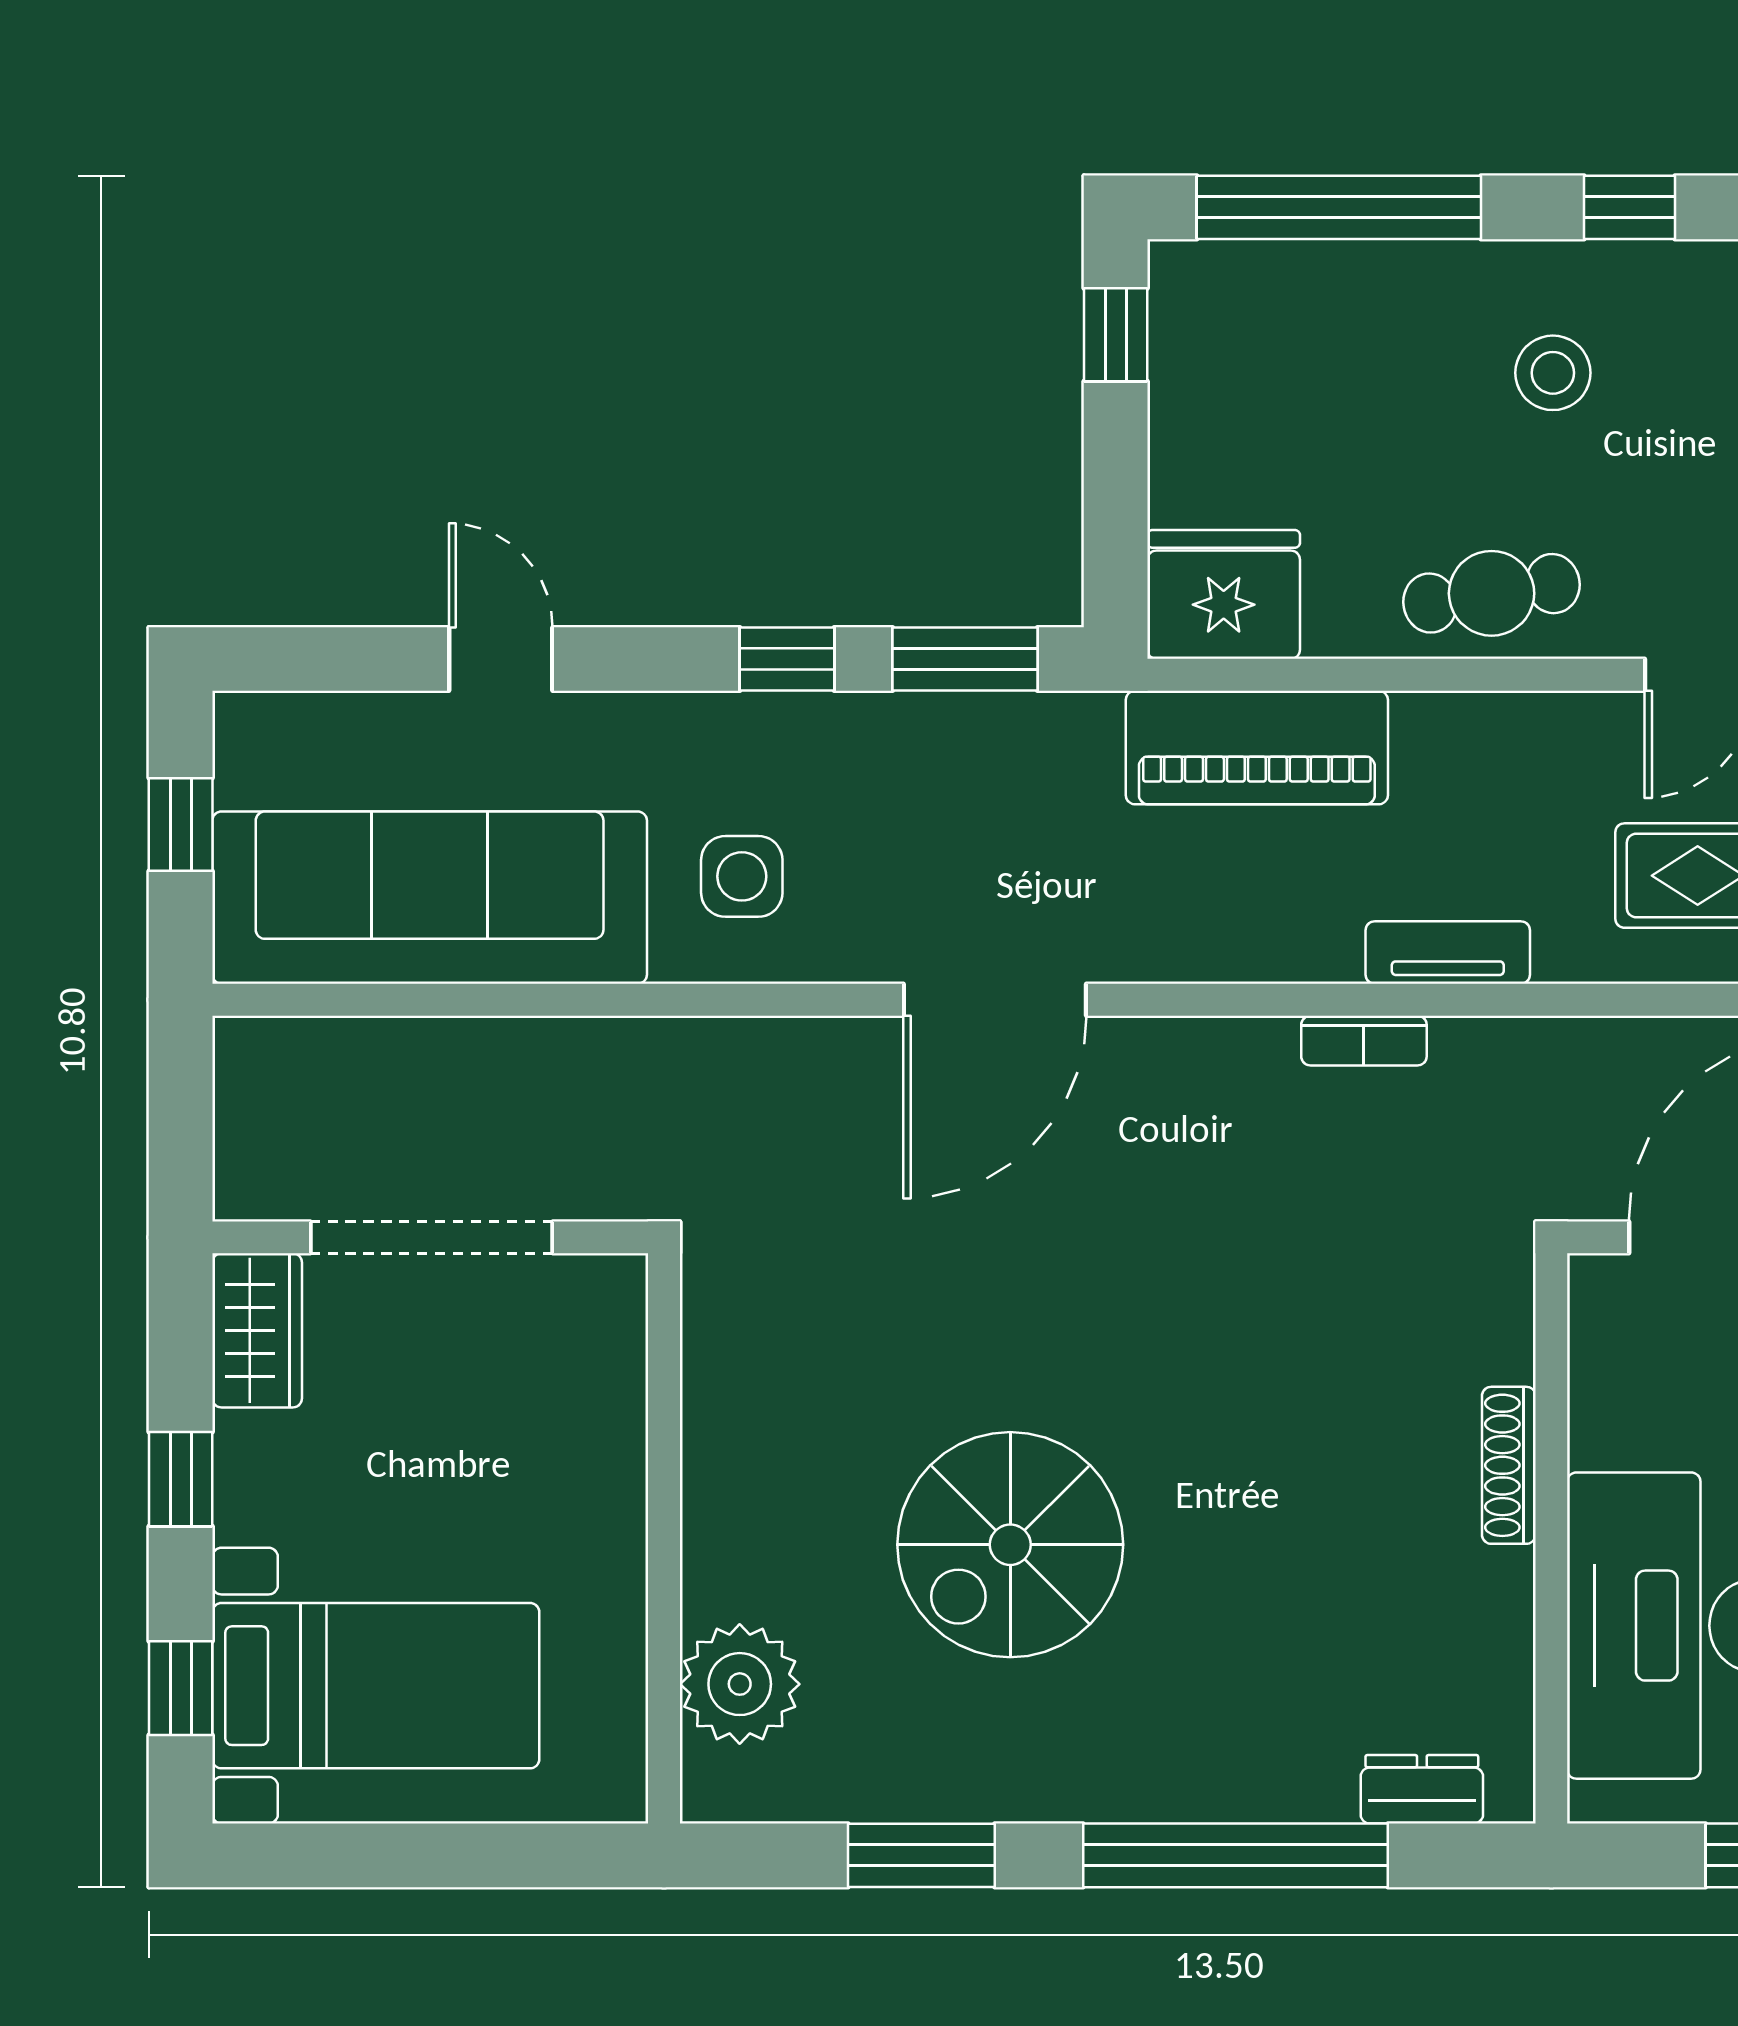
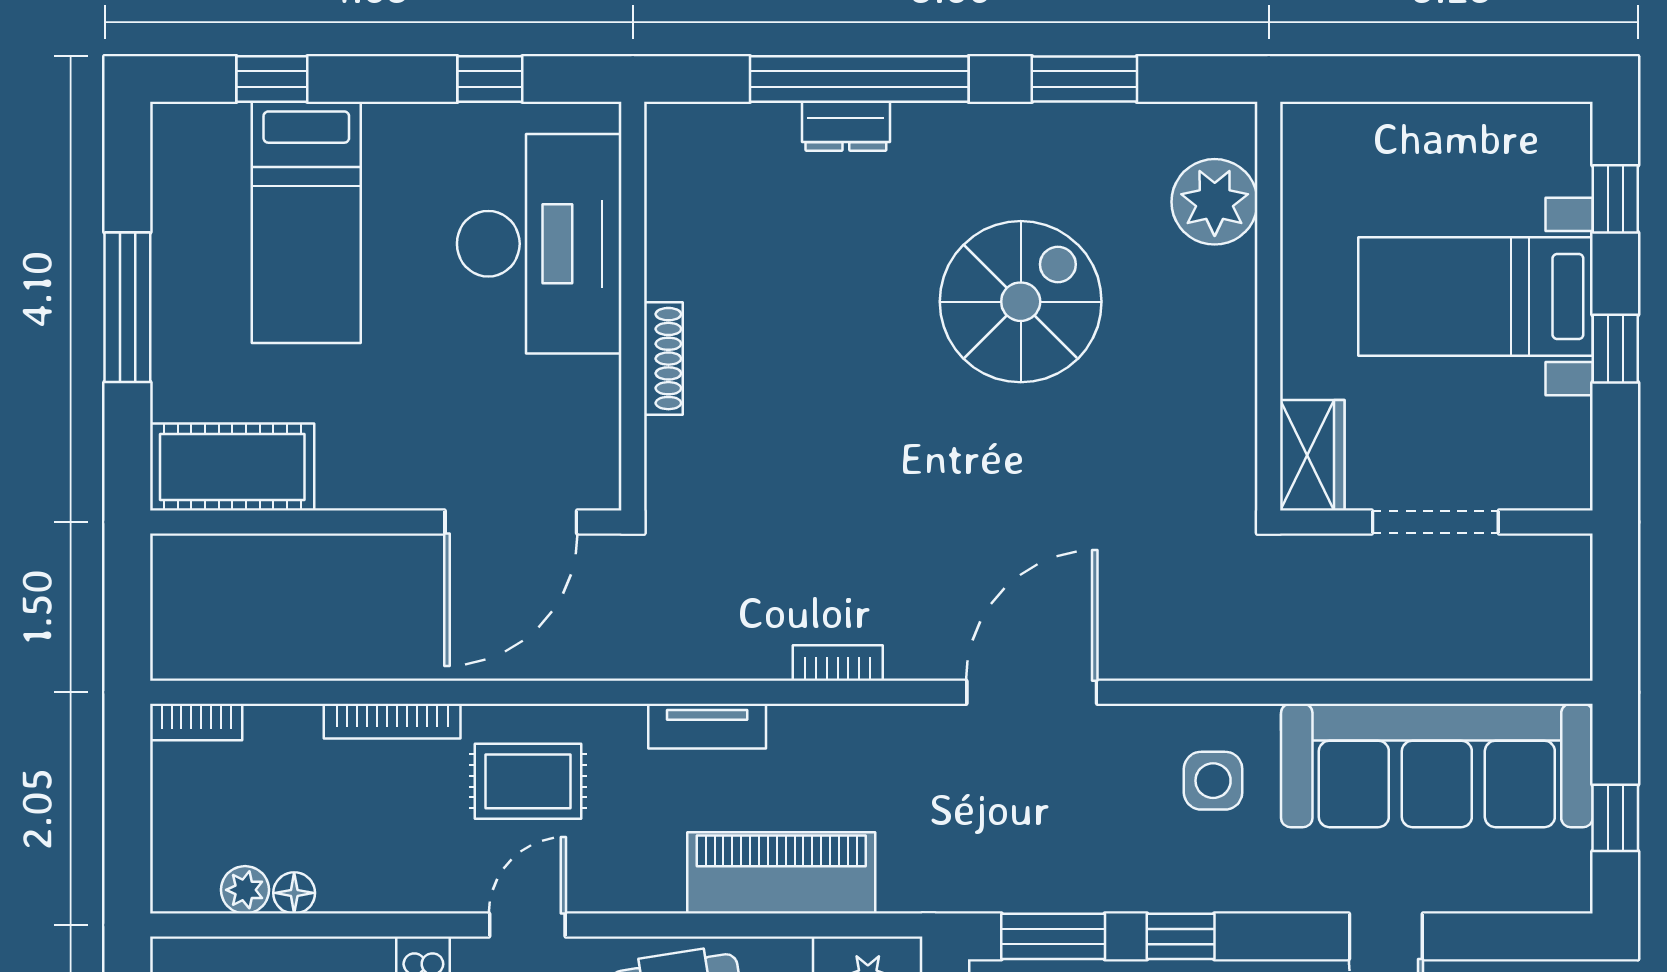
piano: (1257, 748) -> (781, 873), moved
bookcase: (1364, 1041) -> (838, 663), moved
doorway: (432, 1237) -> (1435, 522), width x0.73
wardrobe: (257, 1330) -> (1312, 455), moved, turned 180
bed with nightstands: (376, 1686) -> (1475, 296), moved
dresser: (1422, 1789) -> (846, 126), moved

